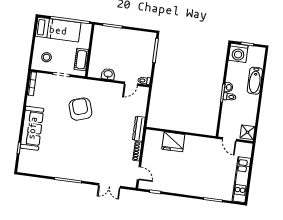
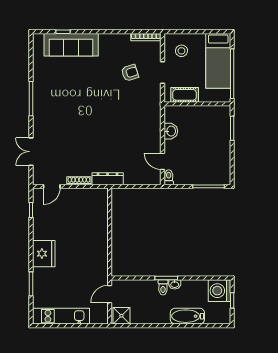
armchair: (80, 109) -> (130, 73), moved, width x0.53, depth x0.53
sofa: (32, 128) -> (71, 45), moved
fridge: (173, 142) -> (44, 254), moved, turned 180

